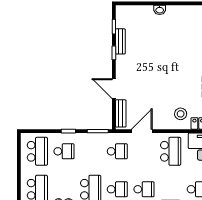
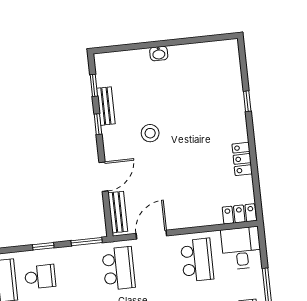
door: (114, 89) -> (104, 177), swing flipped
stool: (181, 114) -> (150, 133), moved
school desk: (117, 151) -> (119, 268), width x1.85

